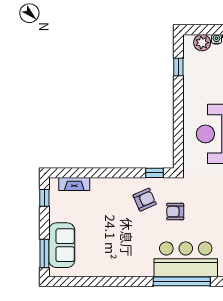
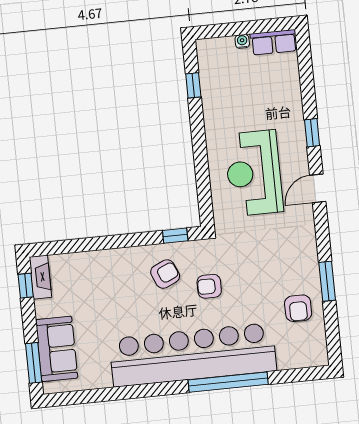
plant: (202, 43) -> (223, 48), removed
fireplace: (74, 184) -> (40, 277), moved, turned -90
bar counter: (186, 259) -> (193, 355), width x1.86

